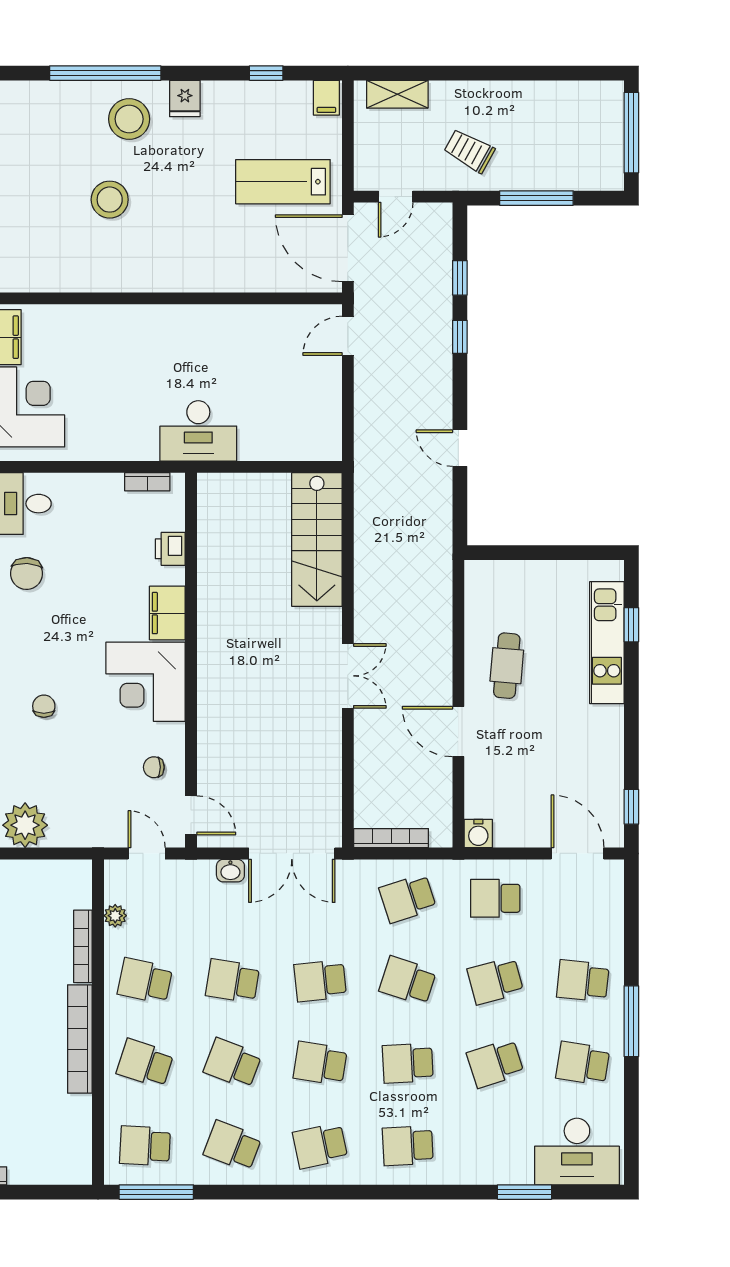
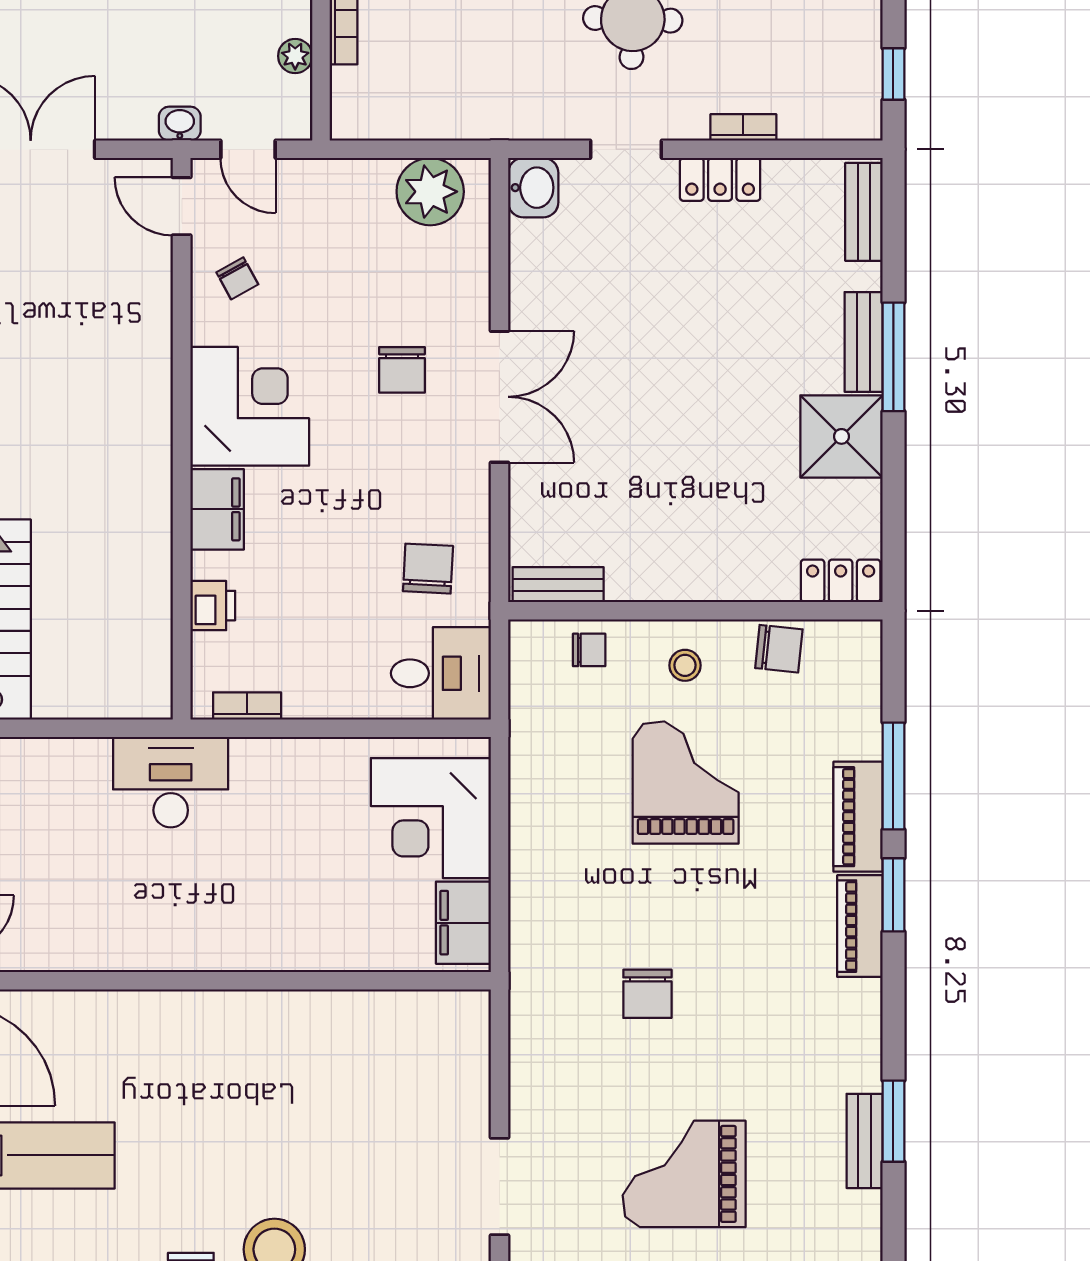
stool: (110, 200) -> (303, 1129), removed
chair: (44, 706) -> (402, 370), width x1.37, depth x1.37
chair: (154, 767) -> (237, 278), turned 61
washbasin: (230, 871) -> (180, 124), moved

